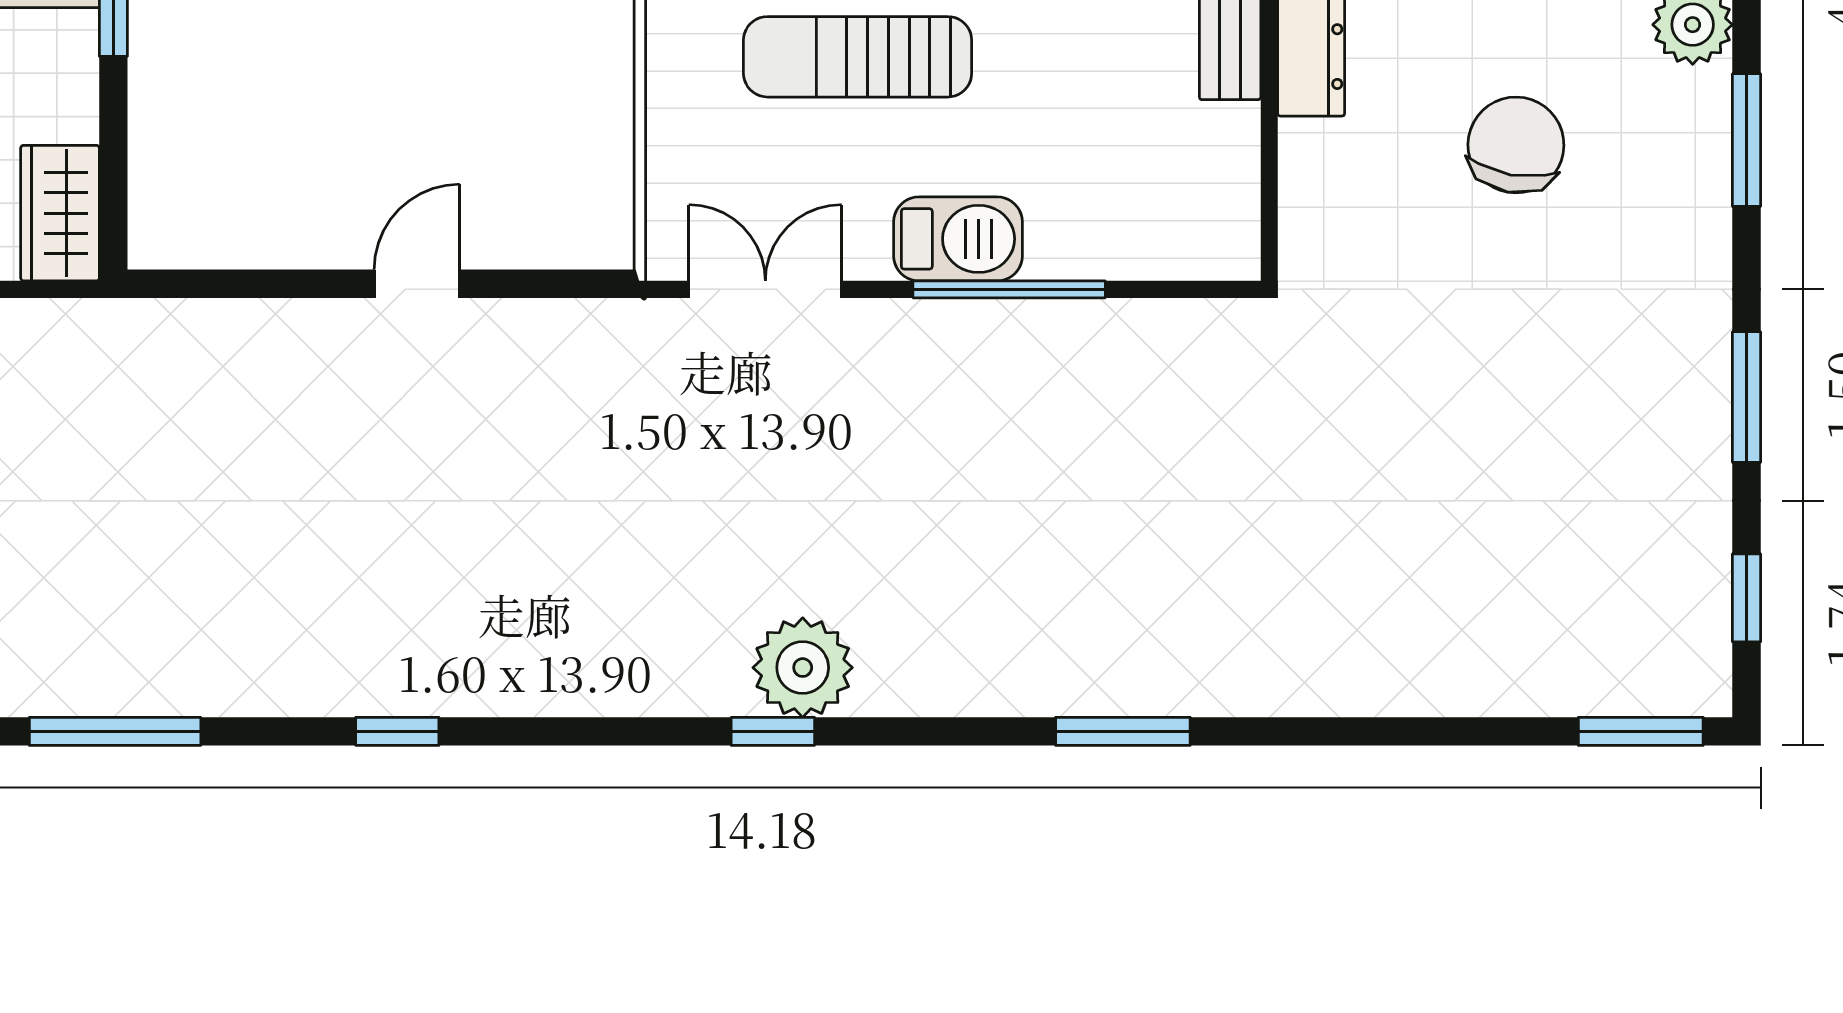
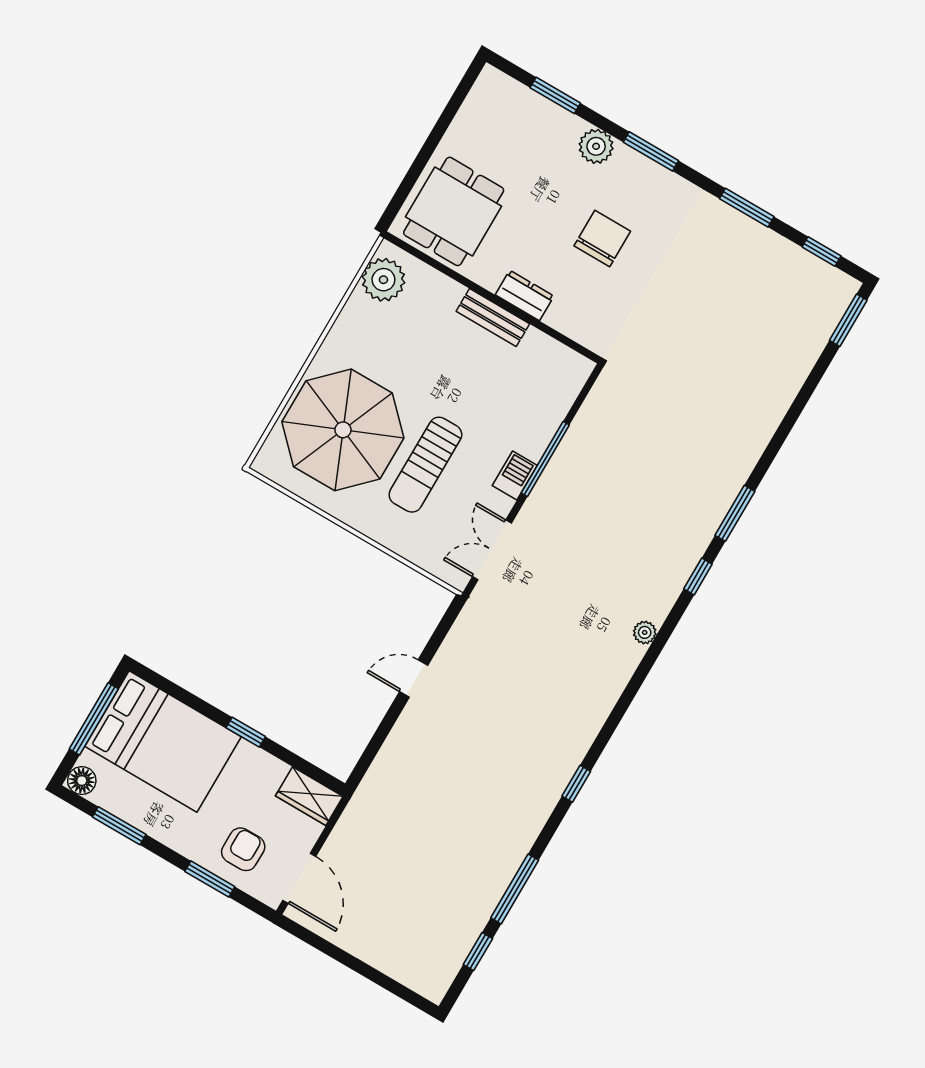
chair: (1516, 145) -> (602, 238), turned 80
barbecue: (958, 239) -> (515, 476), width x0.73, depth x0.79
door: (417, 284) -> (414, 679), hinge flipped
plant: (803, 668) -> (645, 632), width x0.53, depth x0.53
window: (773, 731) -> (698, 576), moved

